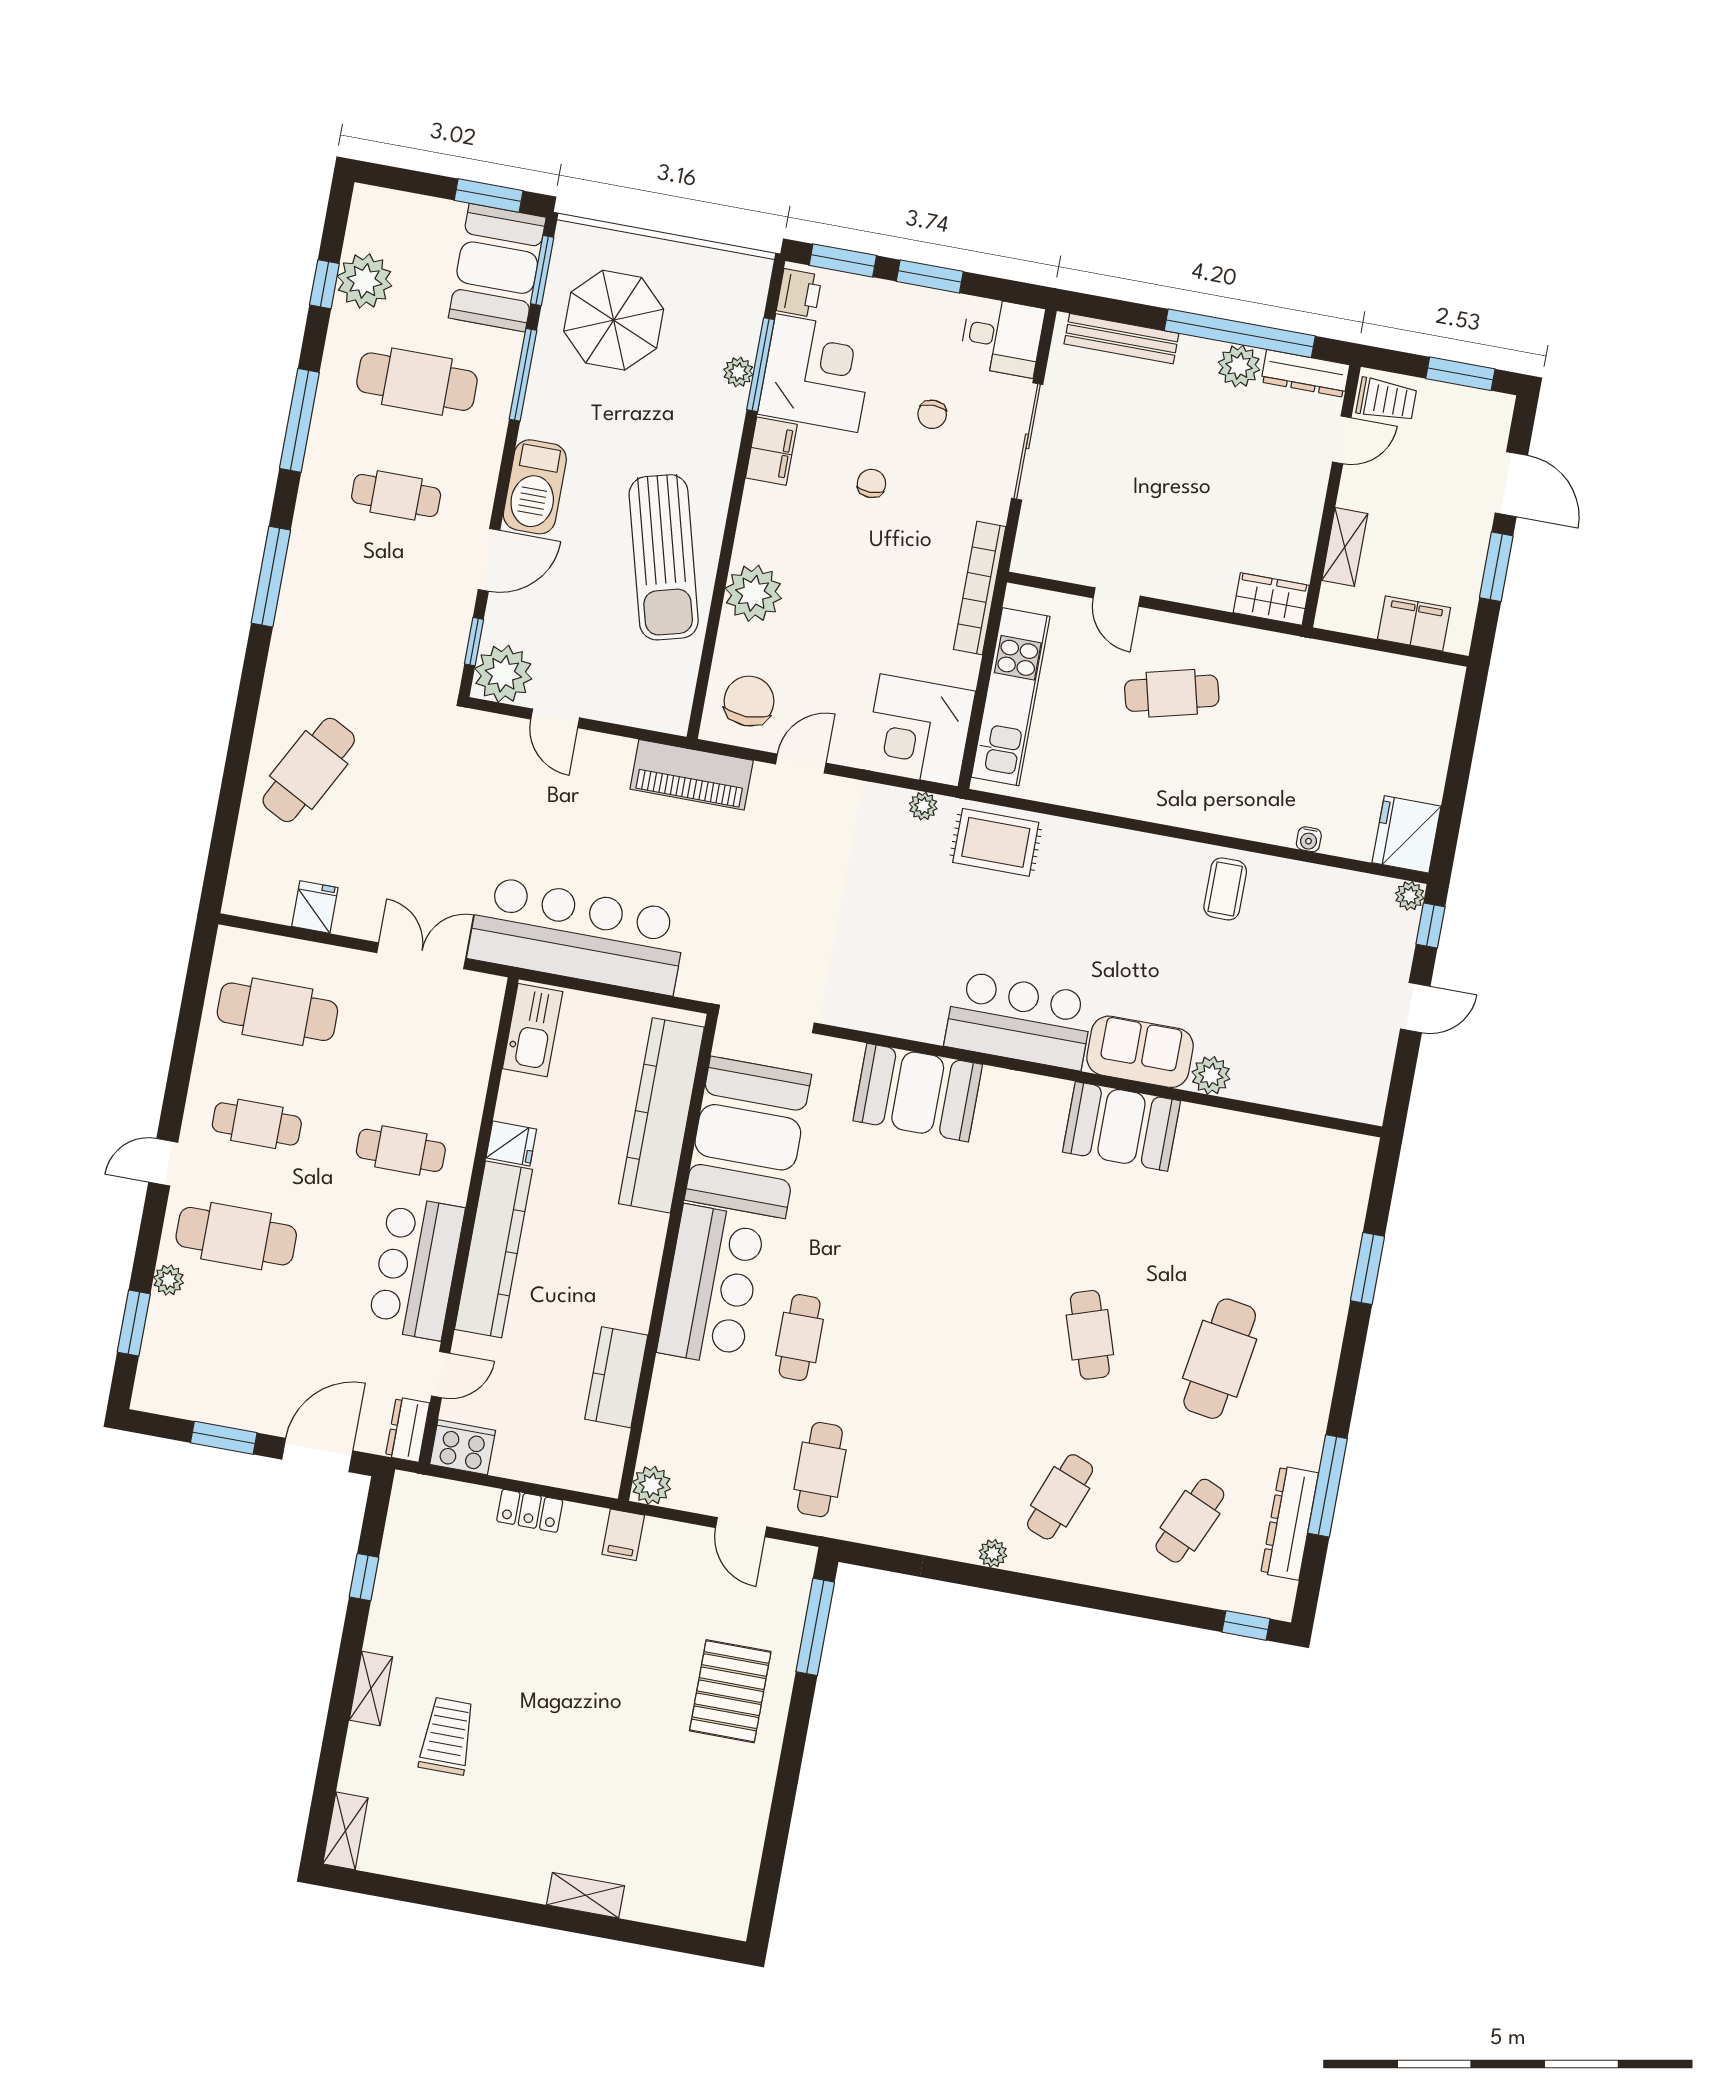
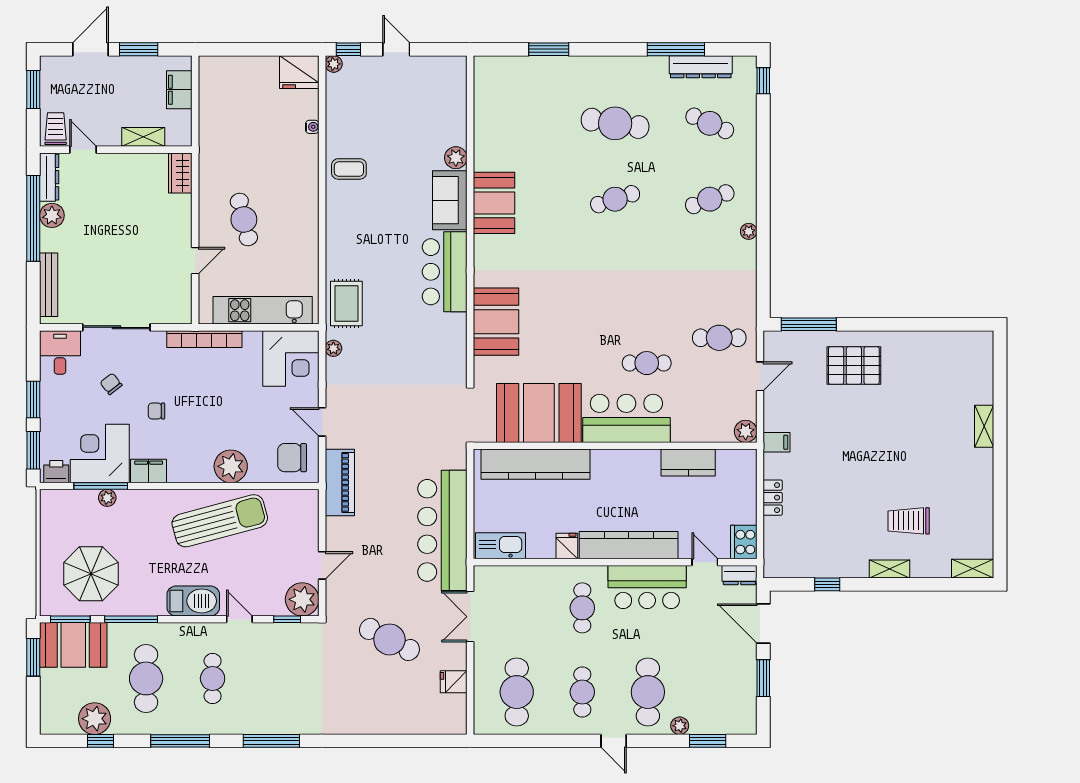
chair: (932, 414) -> (111, 384), turned -128
door: (489, 560) -> (239, 619), width x0.73
cafe table: (309, 770) -> (389, 639), moved
cafe table: (1060, 1497) -> (710, 199), turned -42

